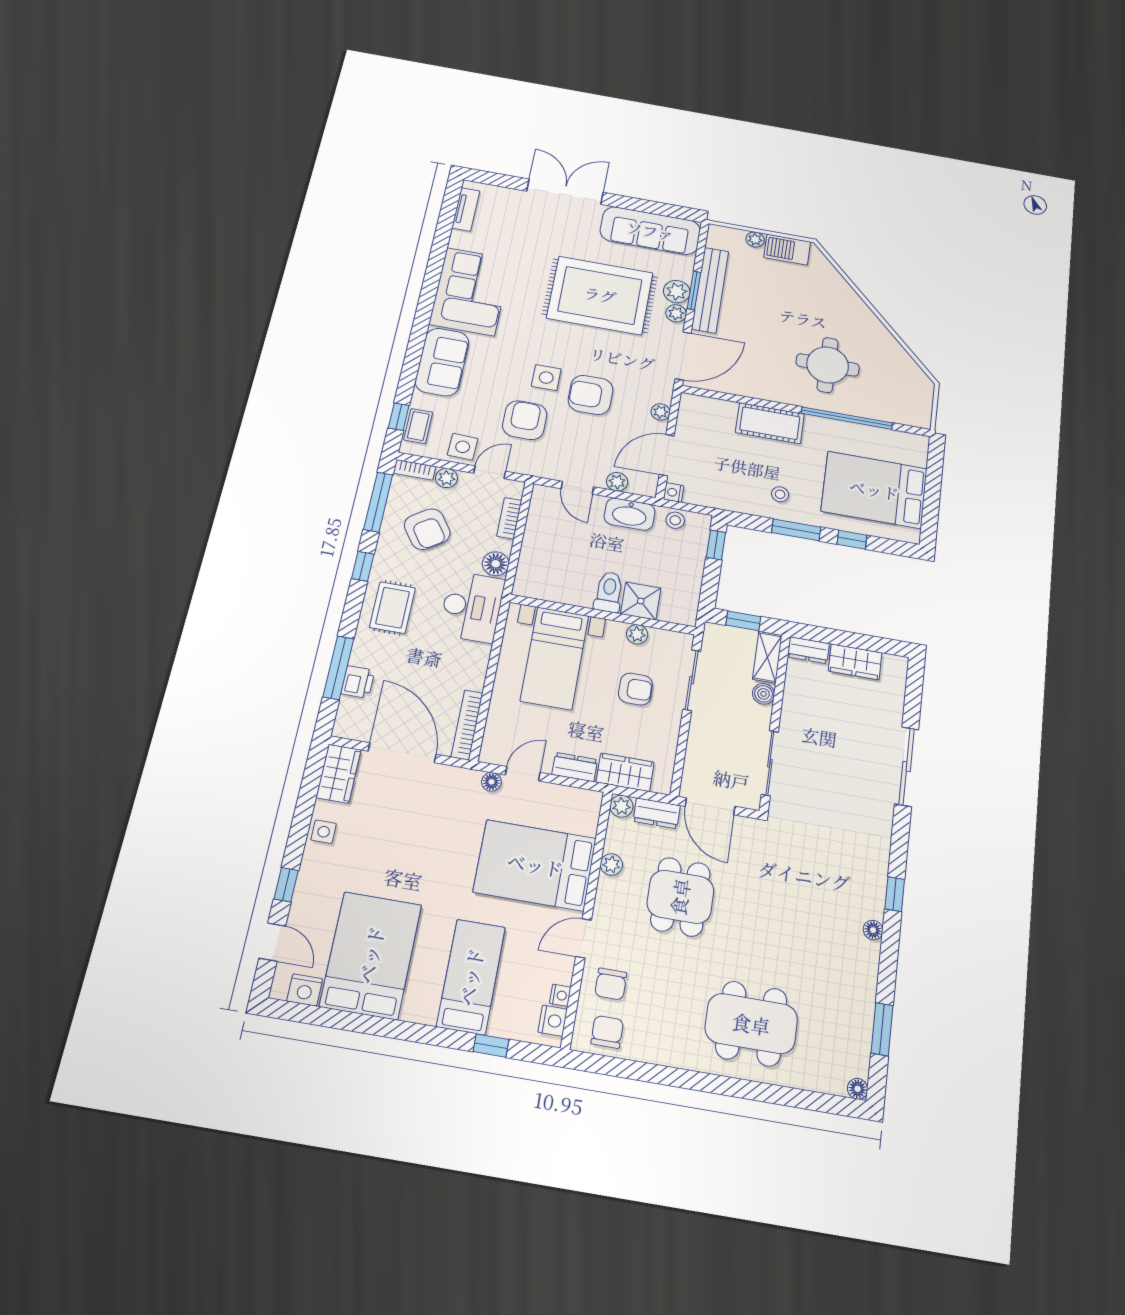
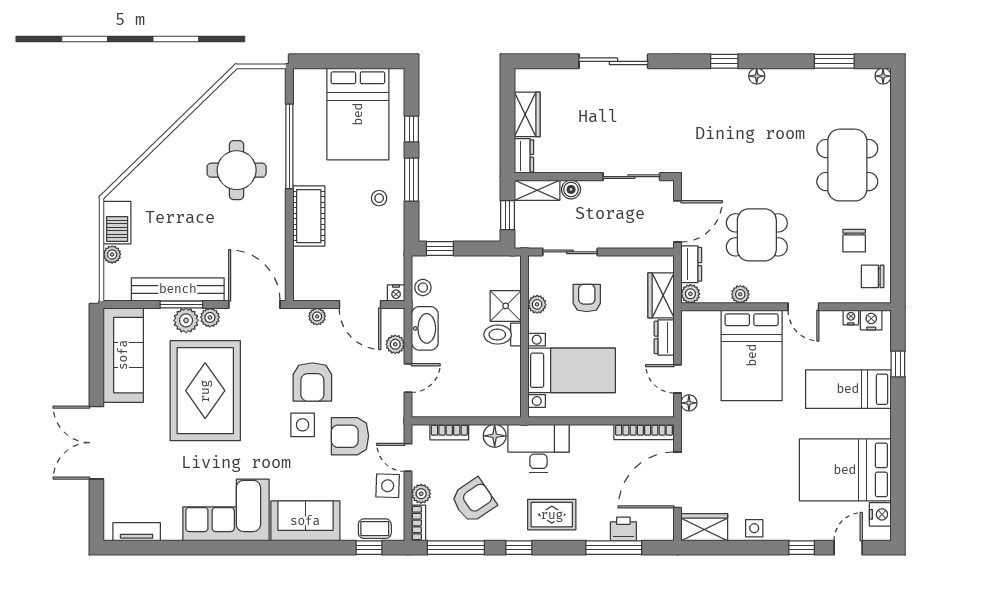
chair: (611, 984) -> (854, 241), moved, turned 90

